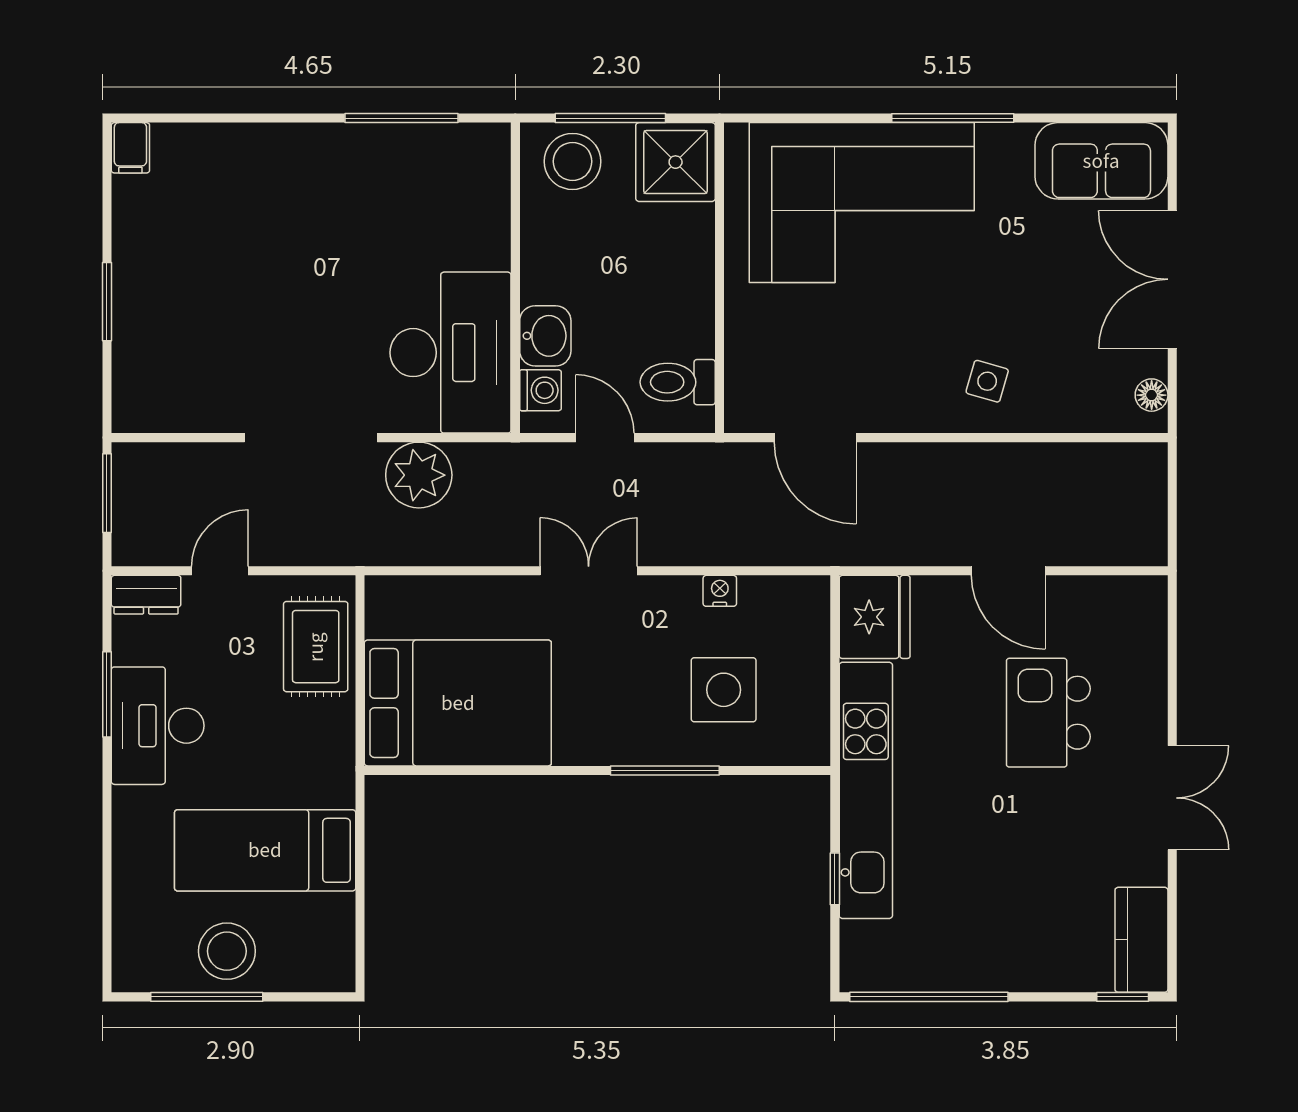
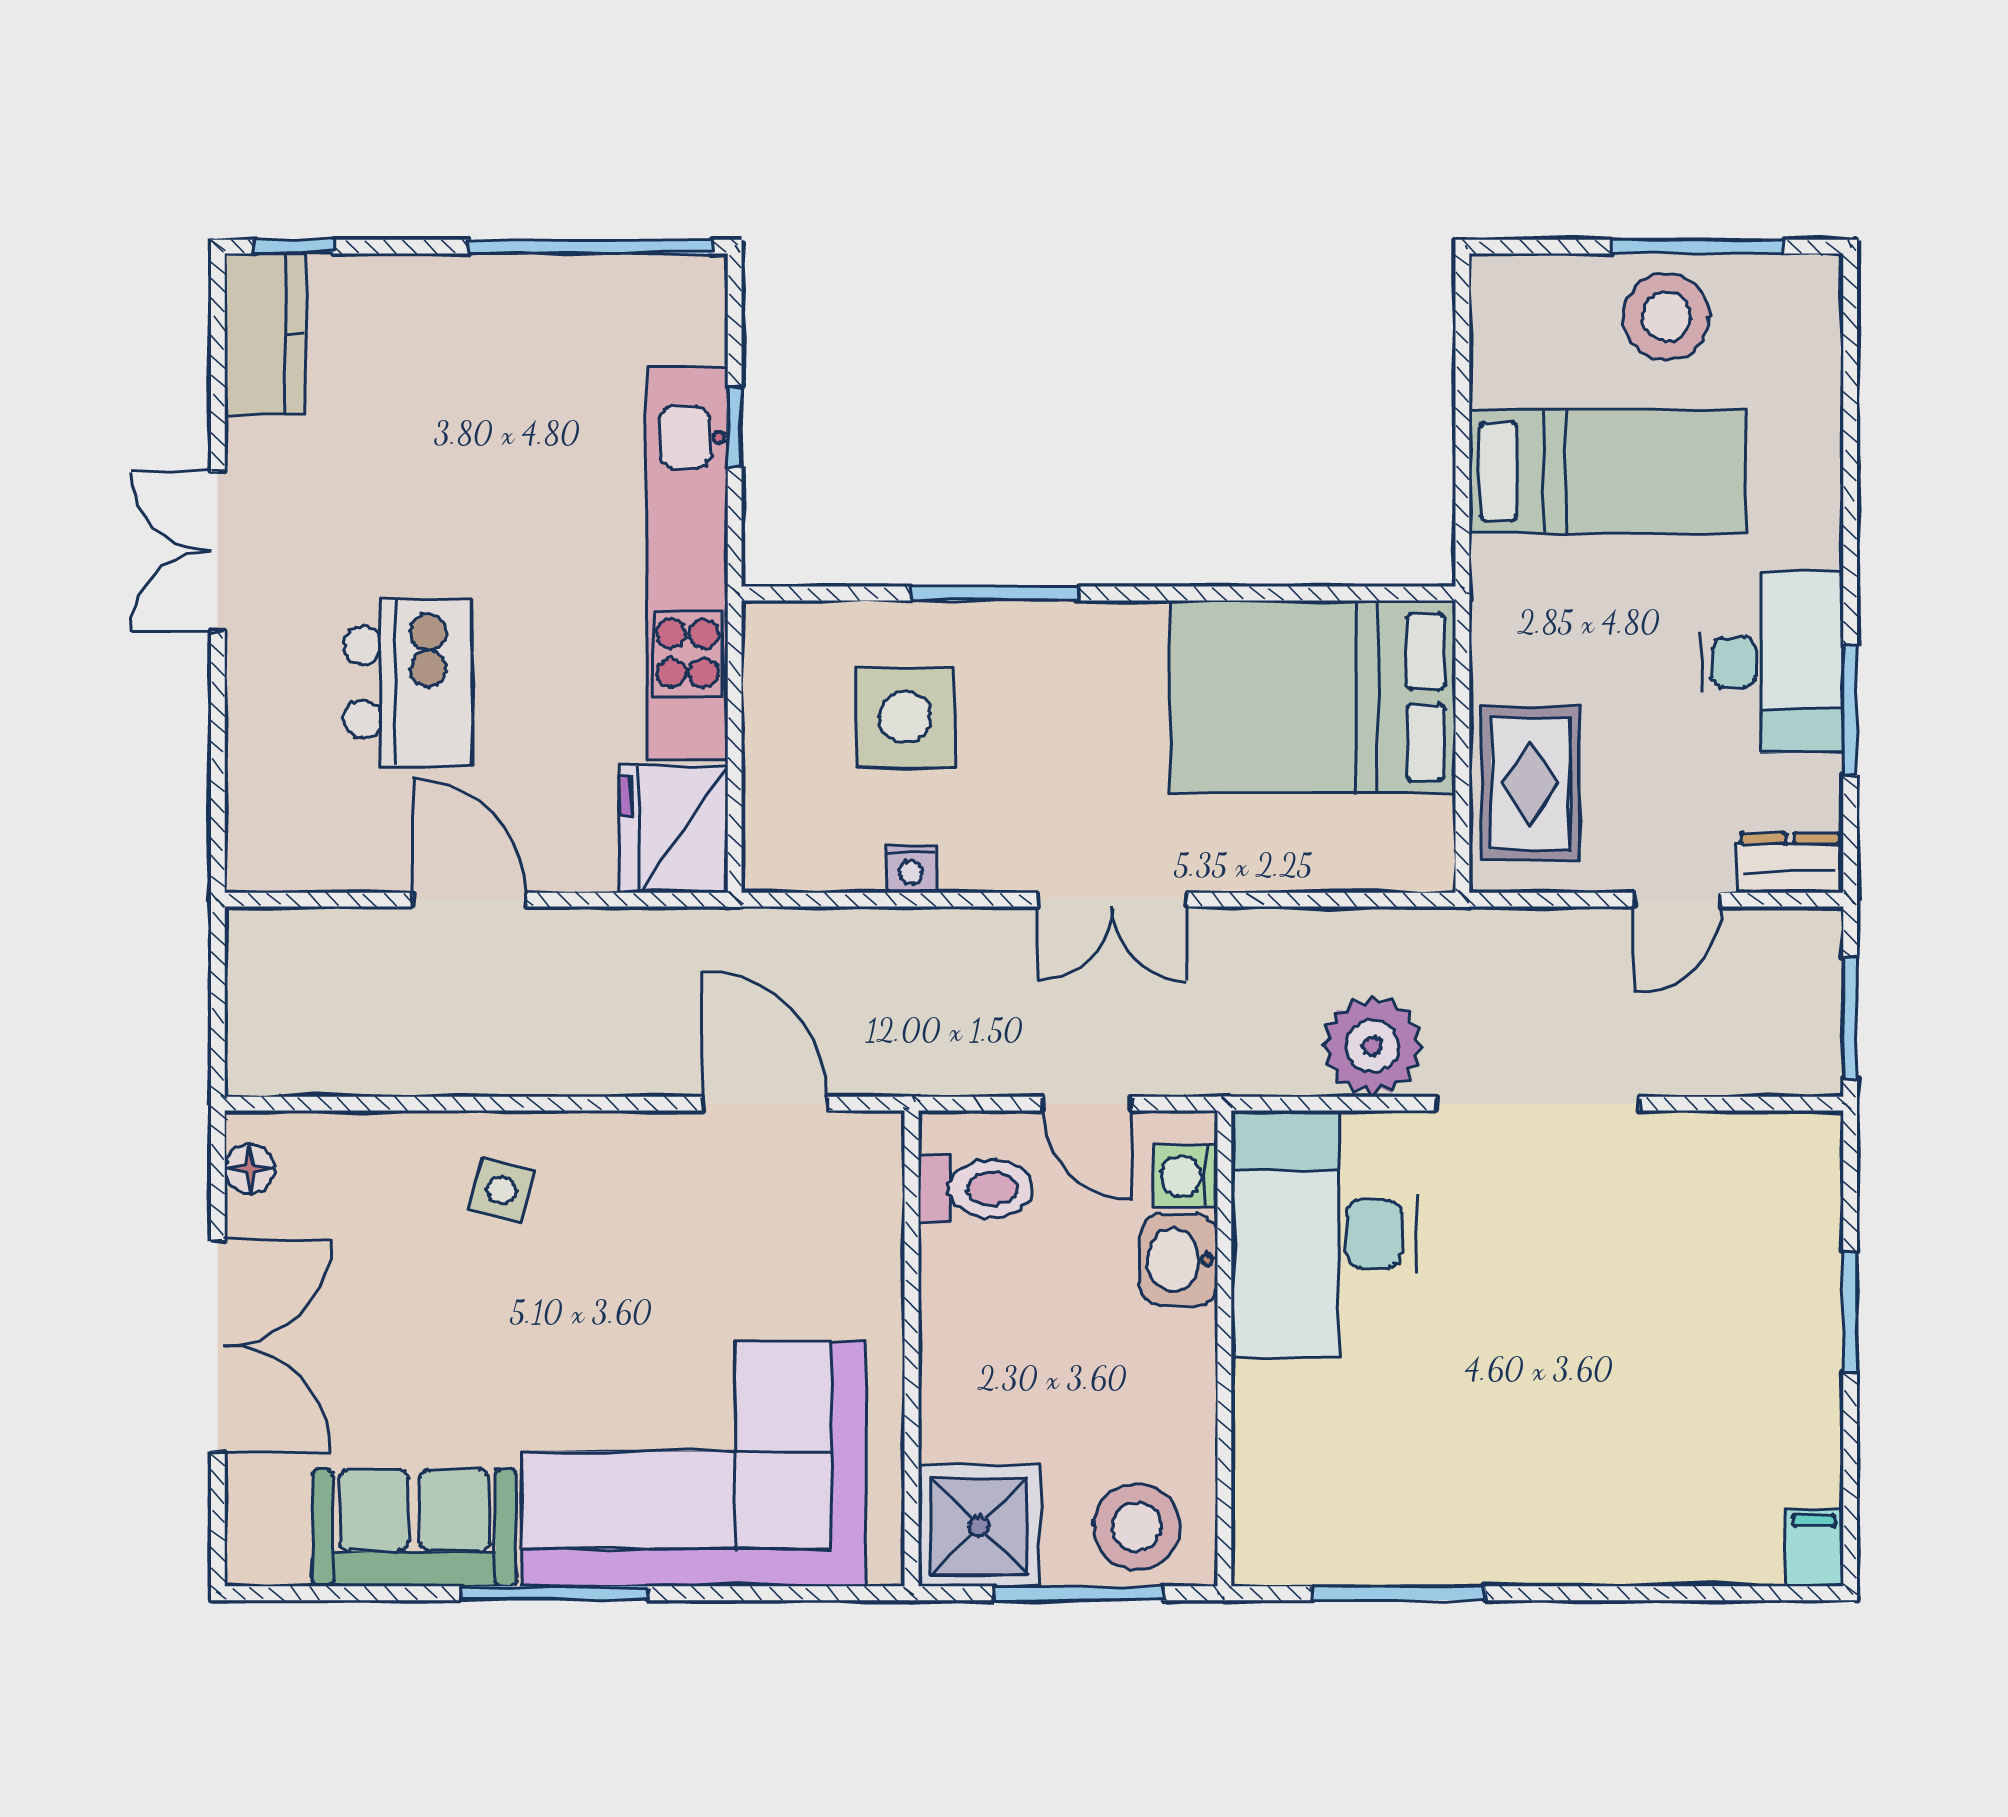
sofa: (1101, 161) -> (414, 1528), moved

